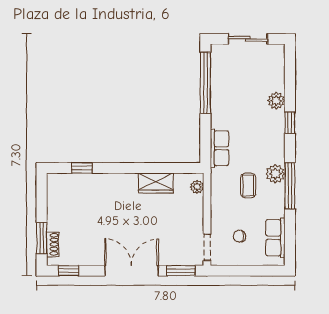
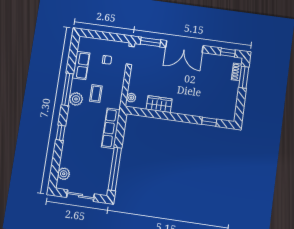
plant: (276, 101) -> (64, 174), moved
row of seats: (220, 148) -> (111, 128), width x1.48
row of seats: (275, 238) -> (81, 65), moved

